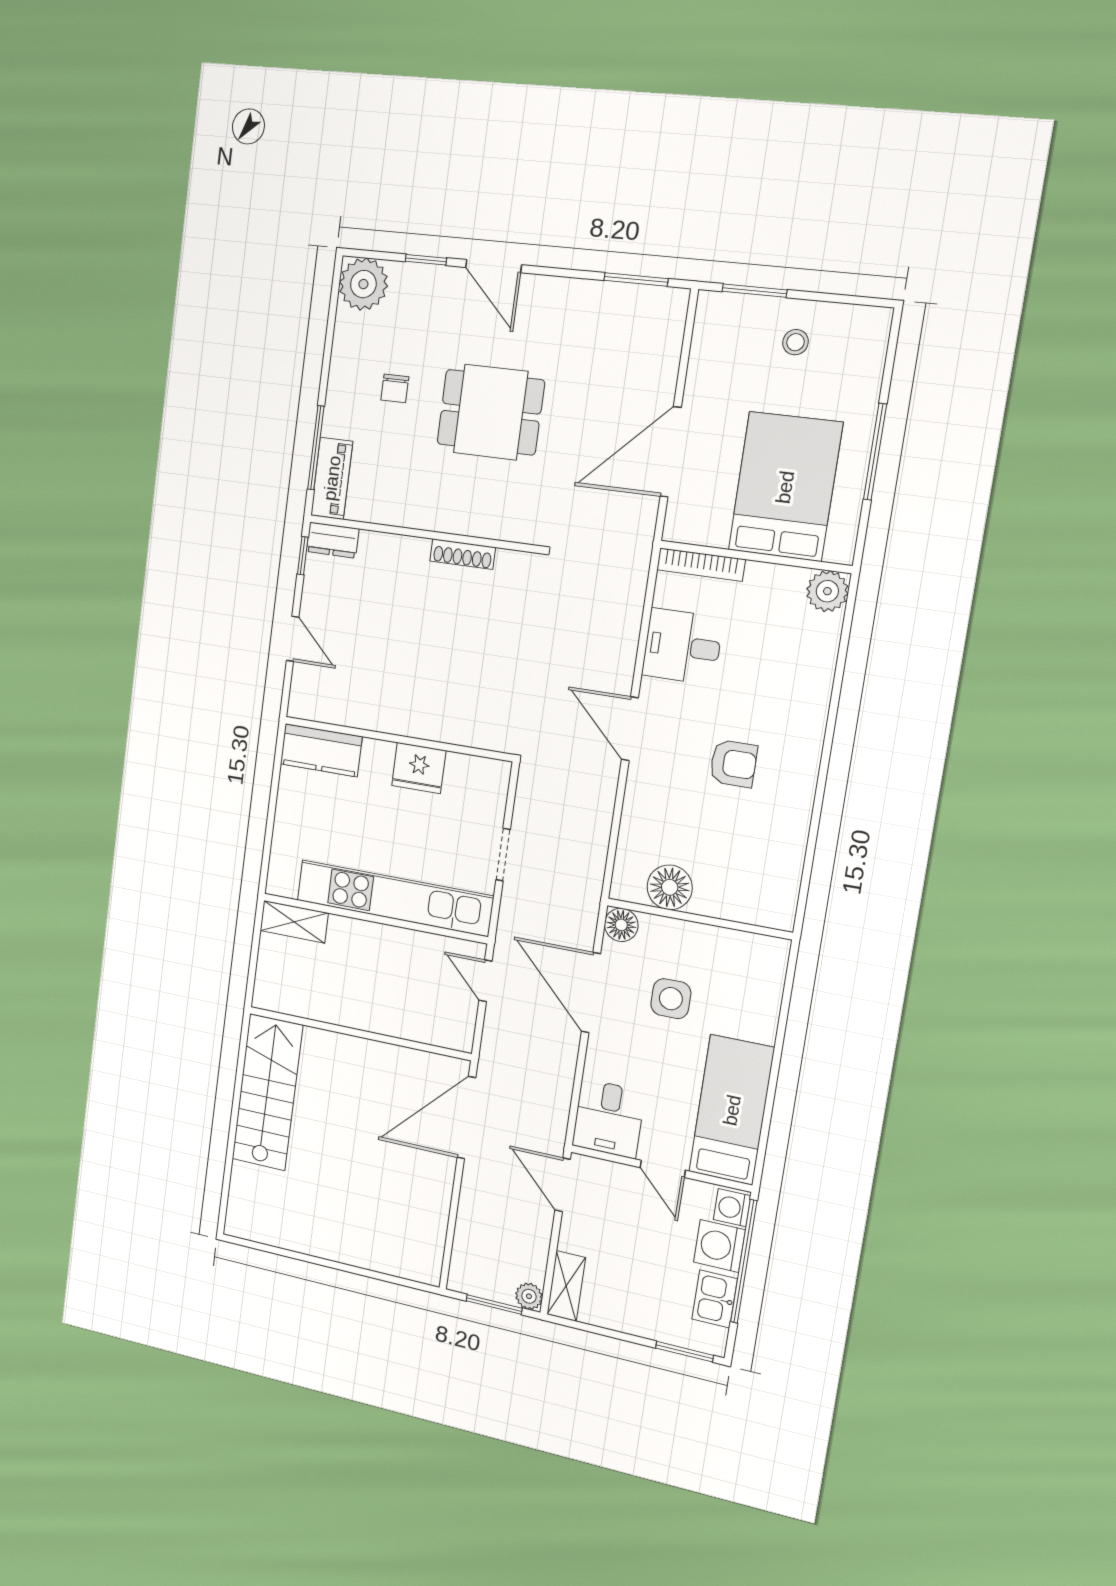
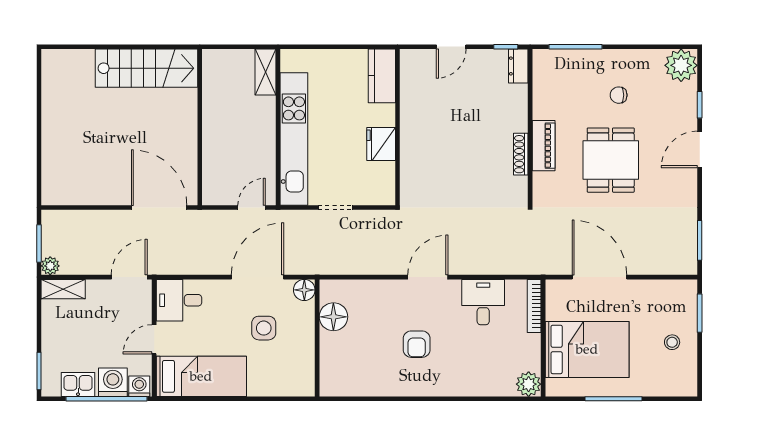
piano: (332, 478) -> (544, 146), moved, turned -90

